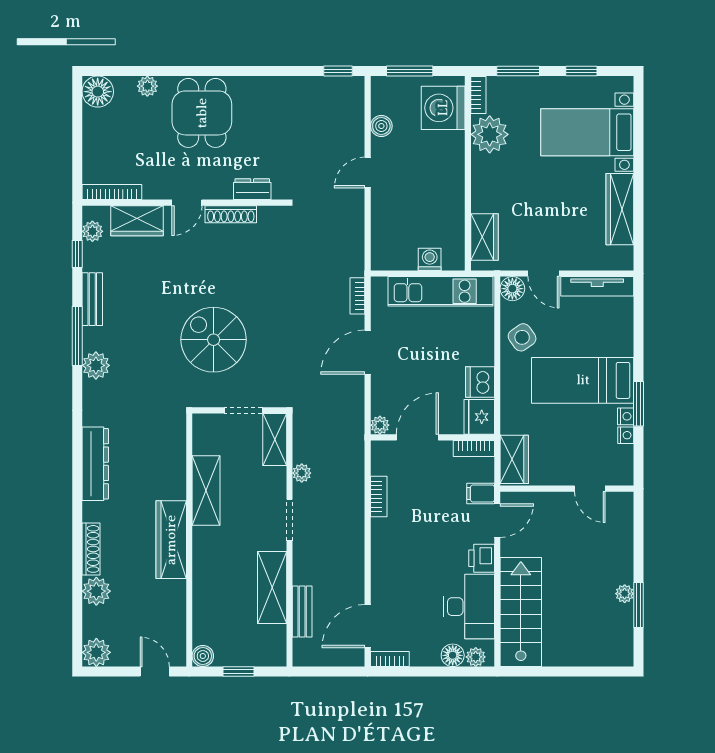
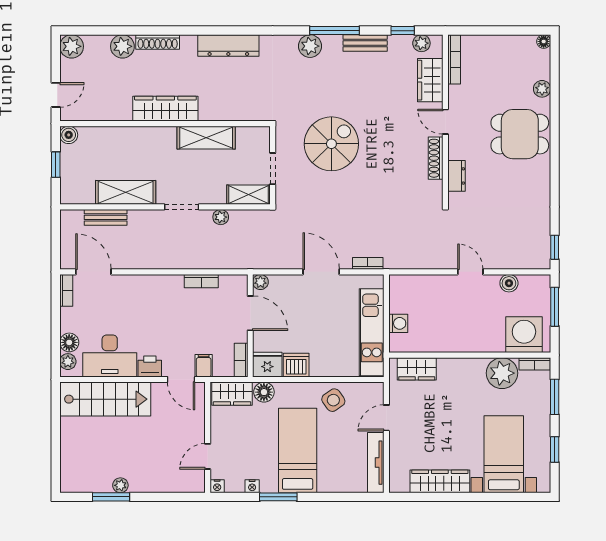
floor lamp: (98, 92) -> (544, 41), width x0.53, depth x0.53
floor lamp: (512, 289) -> (264, 392), moved
nightstand: (626, 416) -> (217, 486), moved

